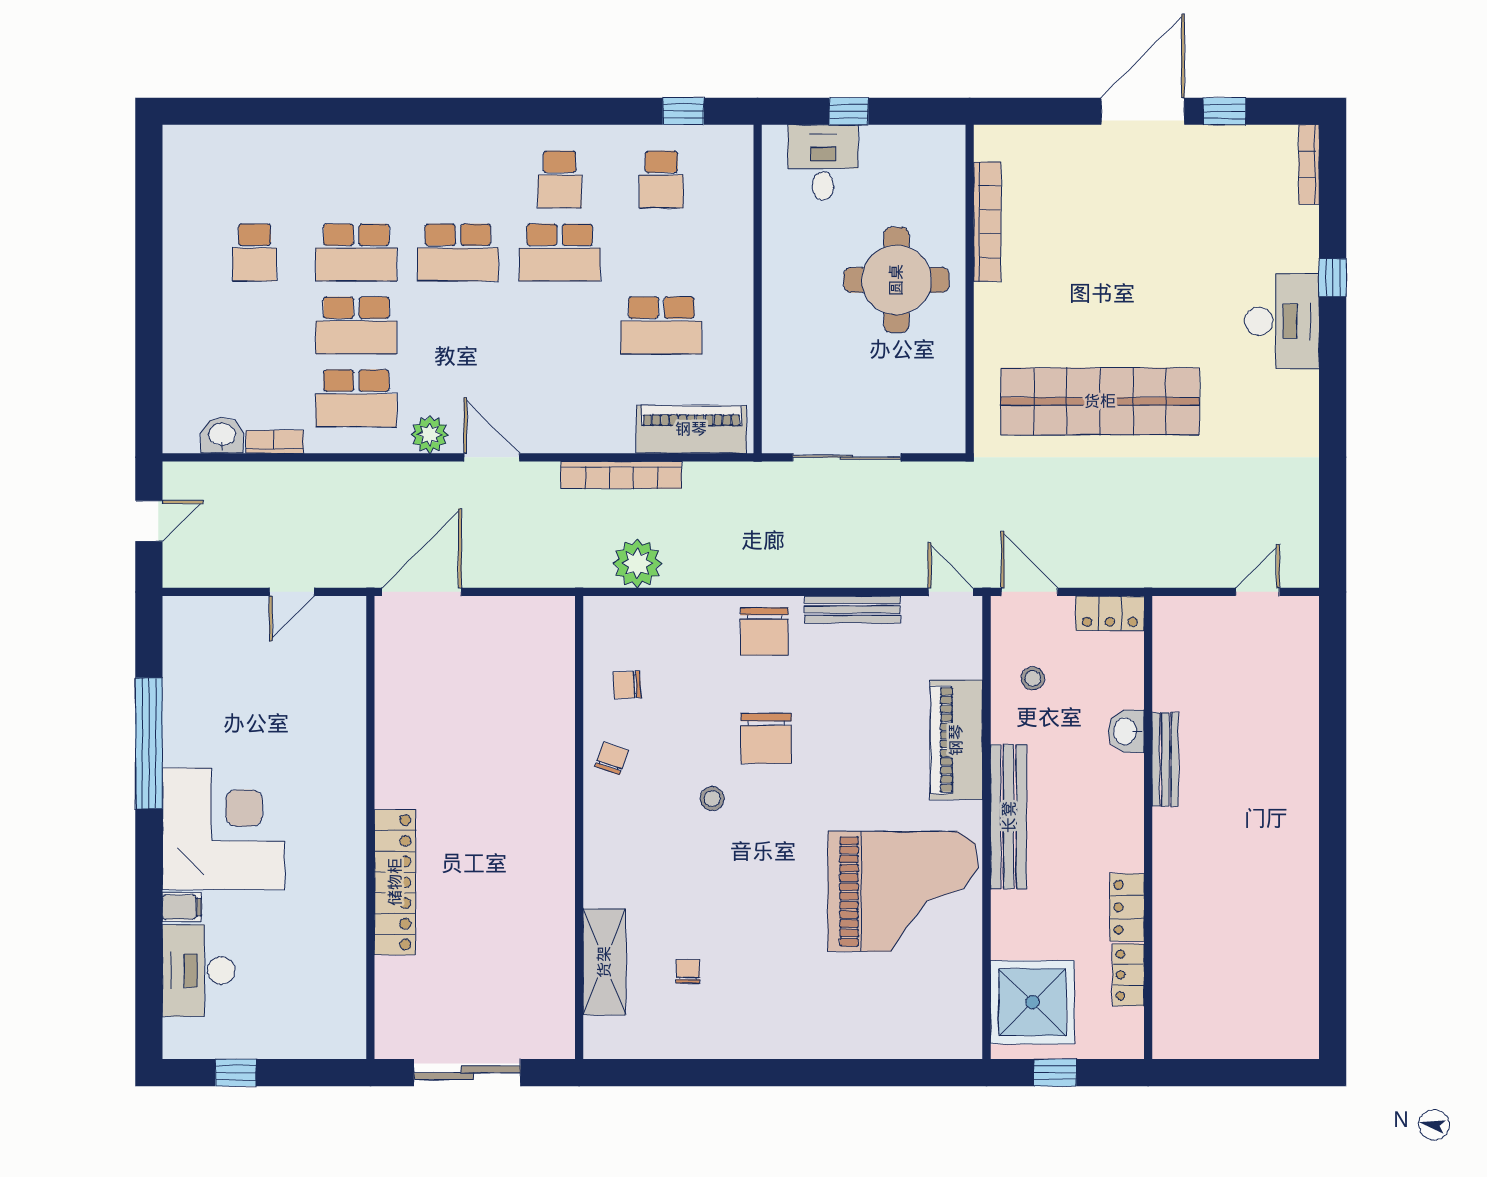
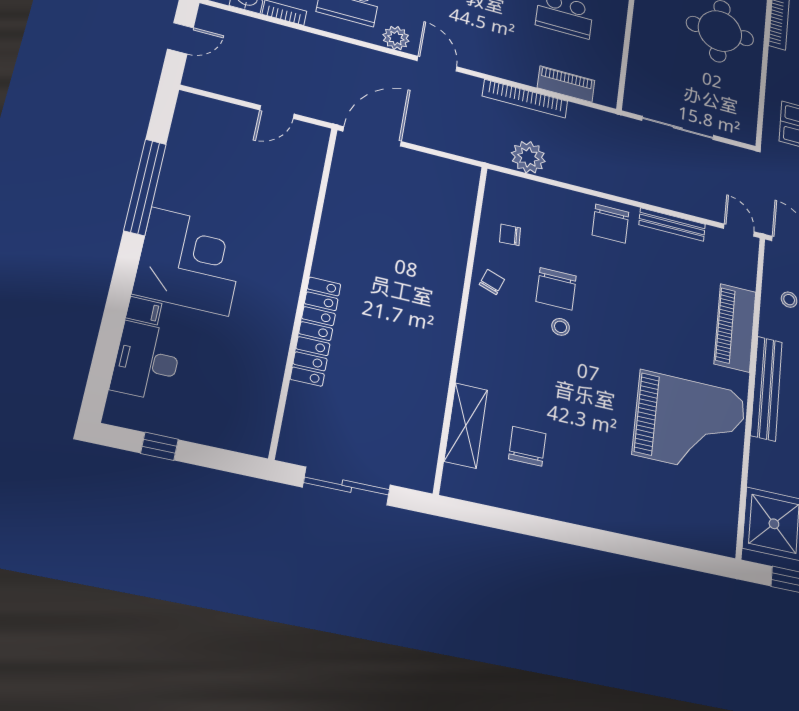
piano: (691, 429) -> (566, 84), width x0.73, depth x0.75
chair: (766, 738) -> (556, 289), moved
chair: (688, 971) -> (527, 446), width x1.87, depth x1.87

